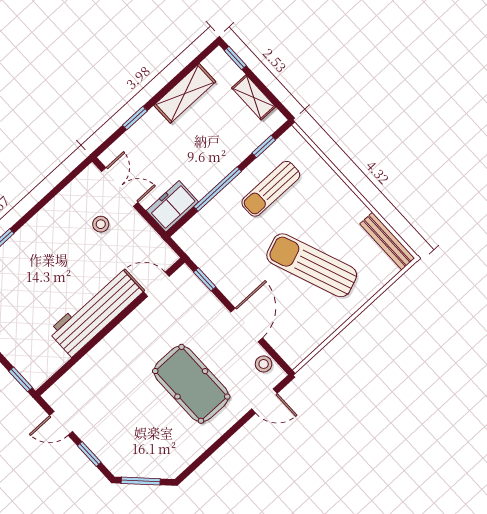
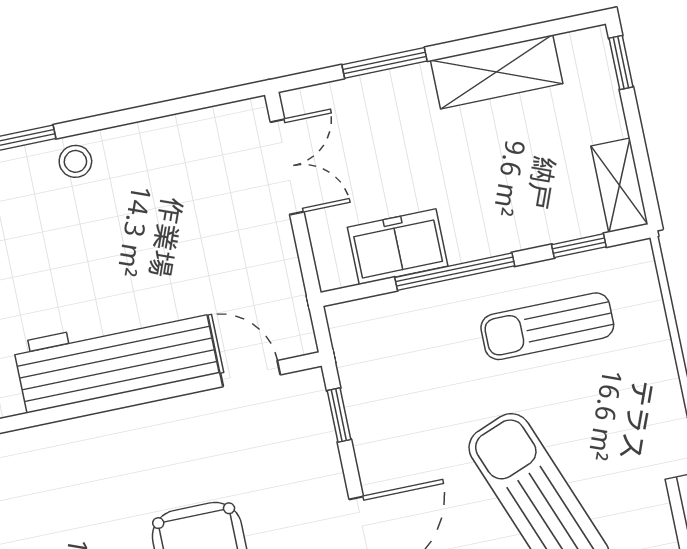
shelving: (254, 97) -> (619, 185), moved
window: (135, 118) -> (385, 63), width x1.50
freezer: (172, 206) -> (398, 247), moved
stool: (101, 224) -> (75, 161), moved

